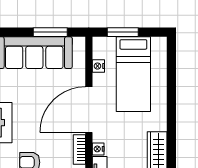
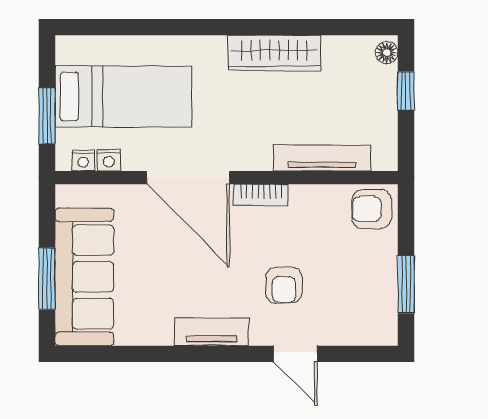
window: (50, 32) -> (47, 279), moved
nightstand: (98, 149) -> (83, 161), moved

